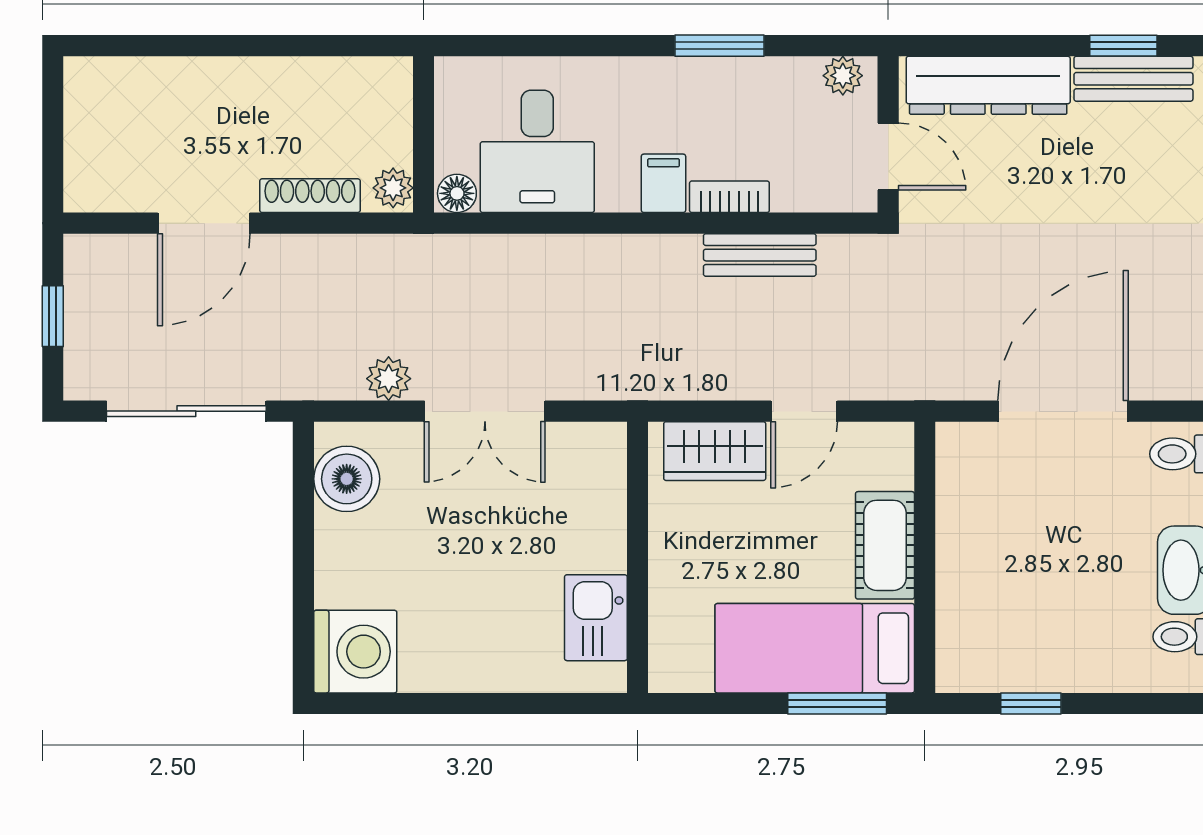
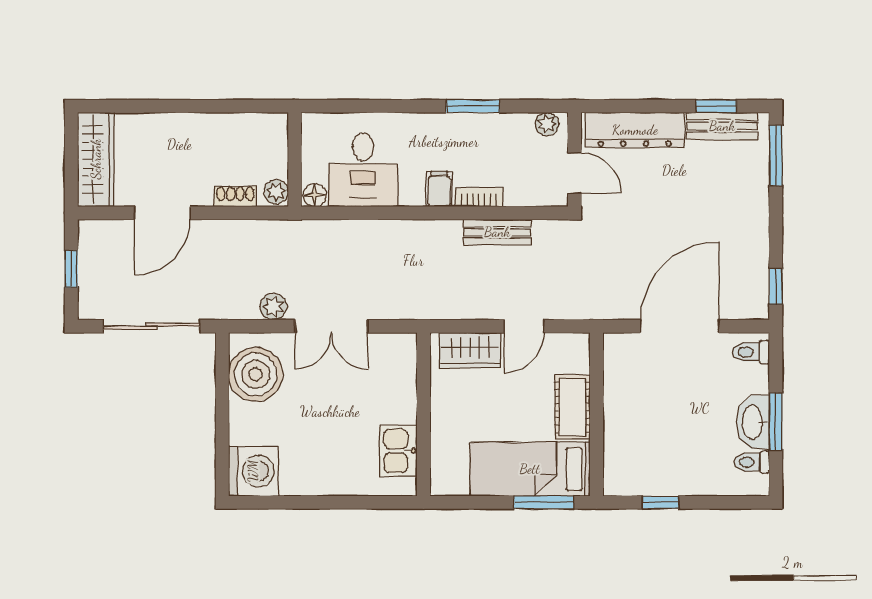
wardrobe: (93, 134) -> (96, 159), added
shoe rack: (310, 196) -> (235, 196), width x0.70
boiler: (347, 479) -> (256, 374), width x1.37, depth x1.37

